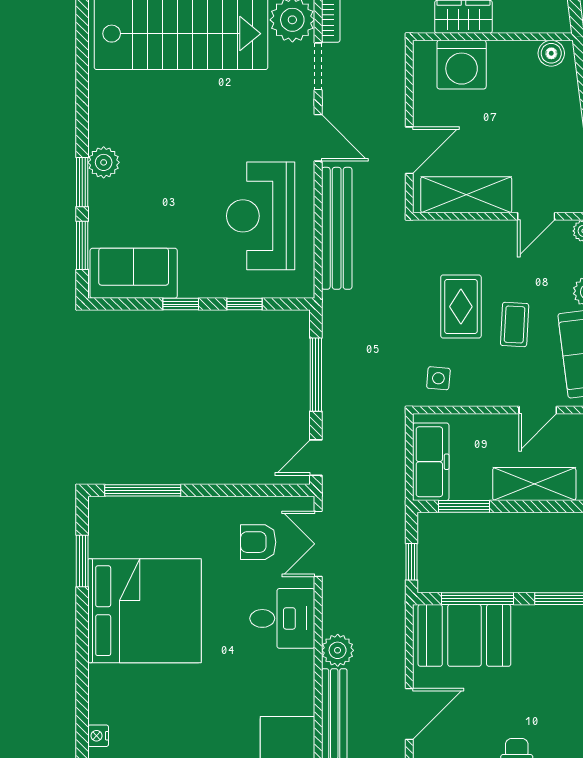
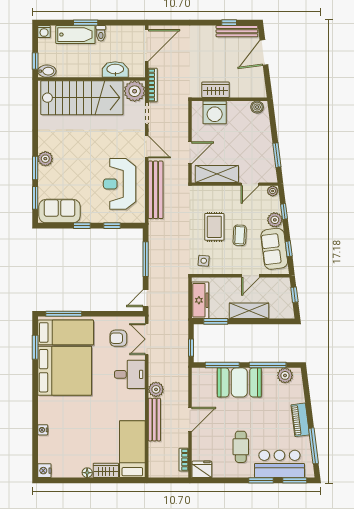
bed: (147, 530) -> (66, 332), added
booth: (464, 635) -> (239, 382), moved

